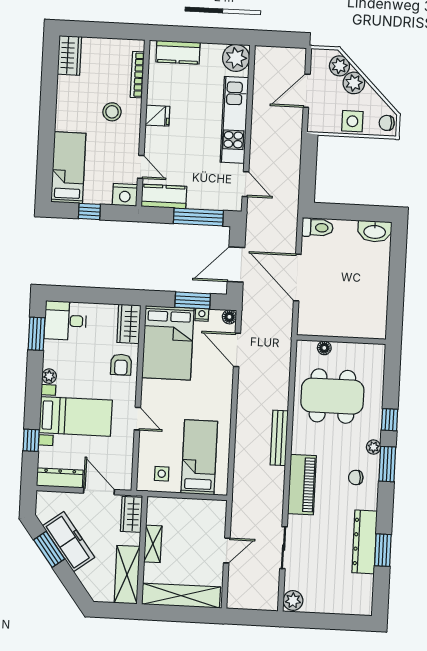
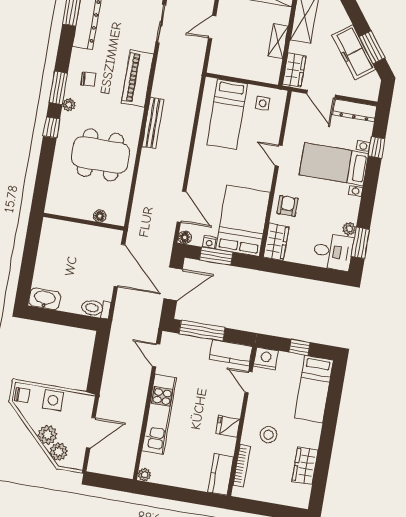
kitchen counter: (178, 52) -> (221, 474), moved, turned -90
wardrobe: (69, 55) -> (305, 466), moved
plant: (236, 58) -> (144, 475), width x0.53, depth x0.53
wall: (341, 340) -> (84, 222), moved
floor lamp: (324, 348) -> (100, 216), moved
plant: (49, 376) -> (349, 229), moved

